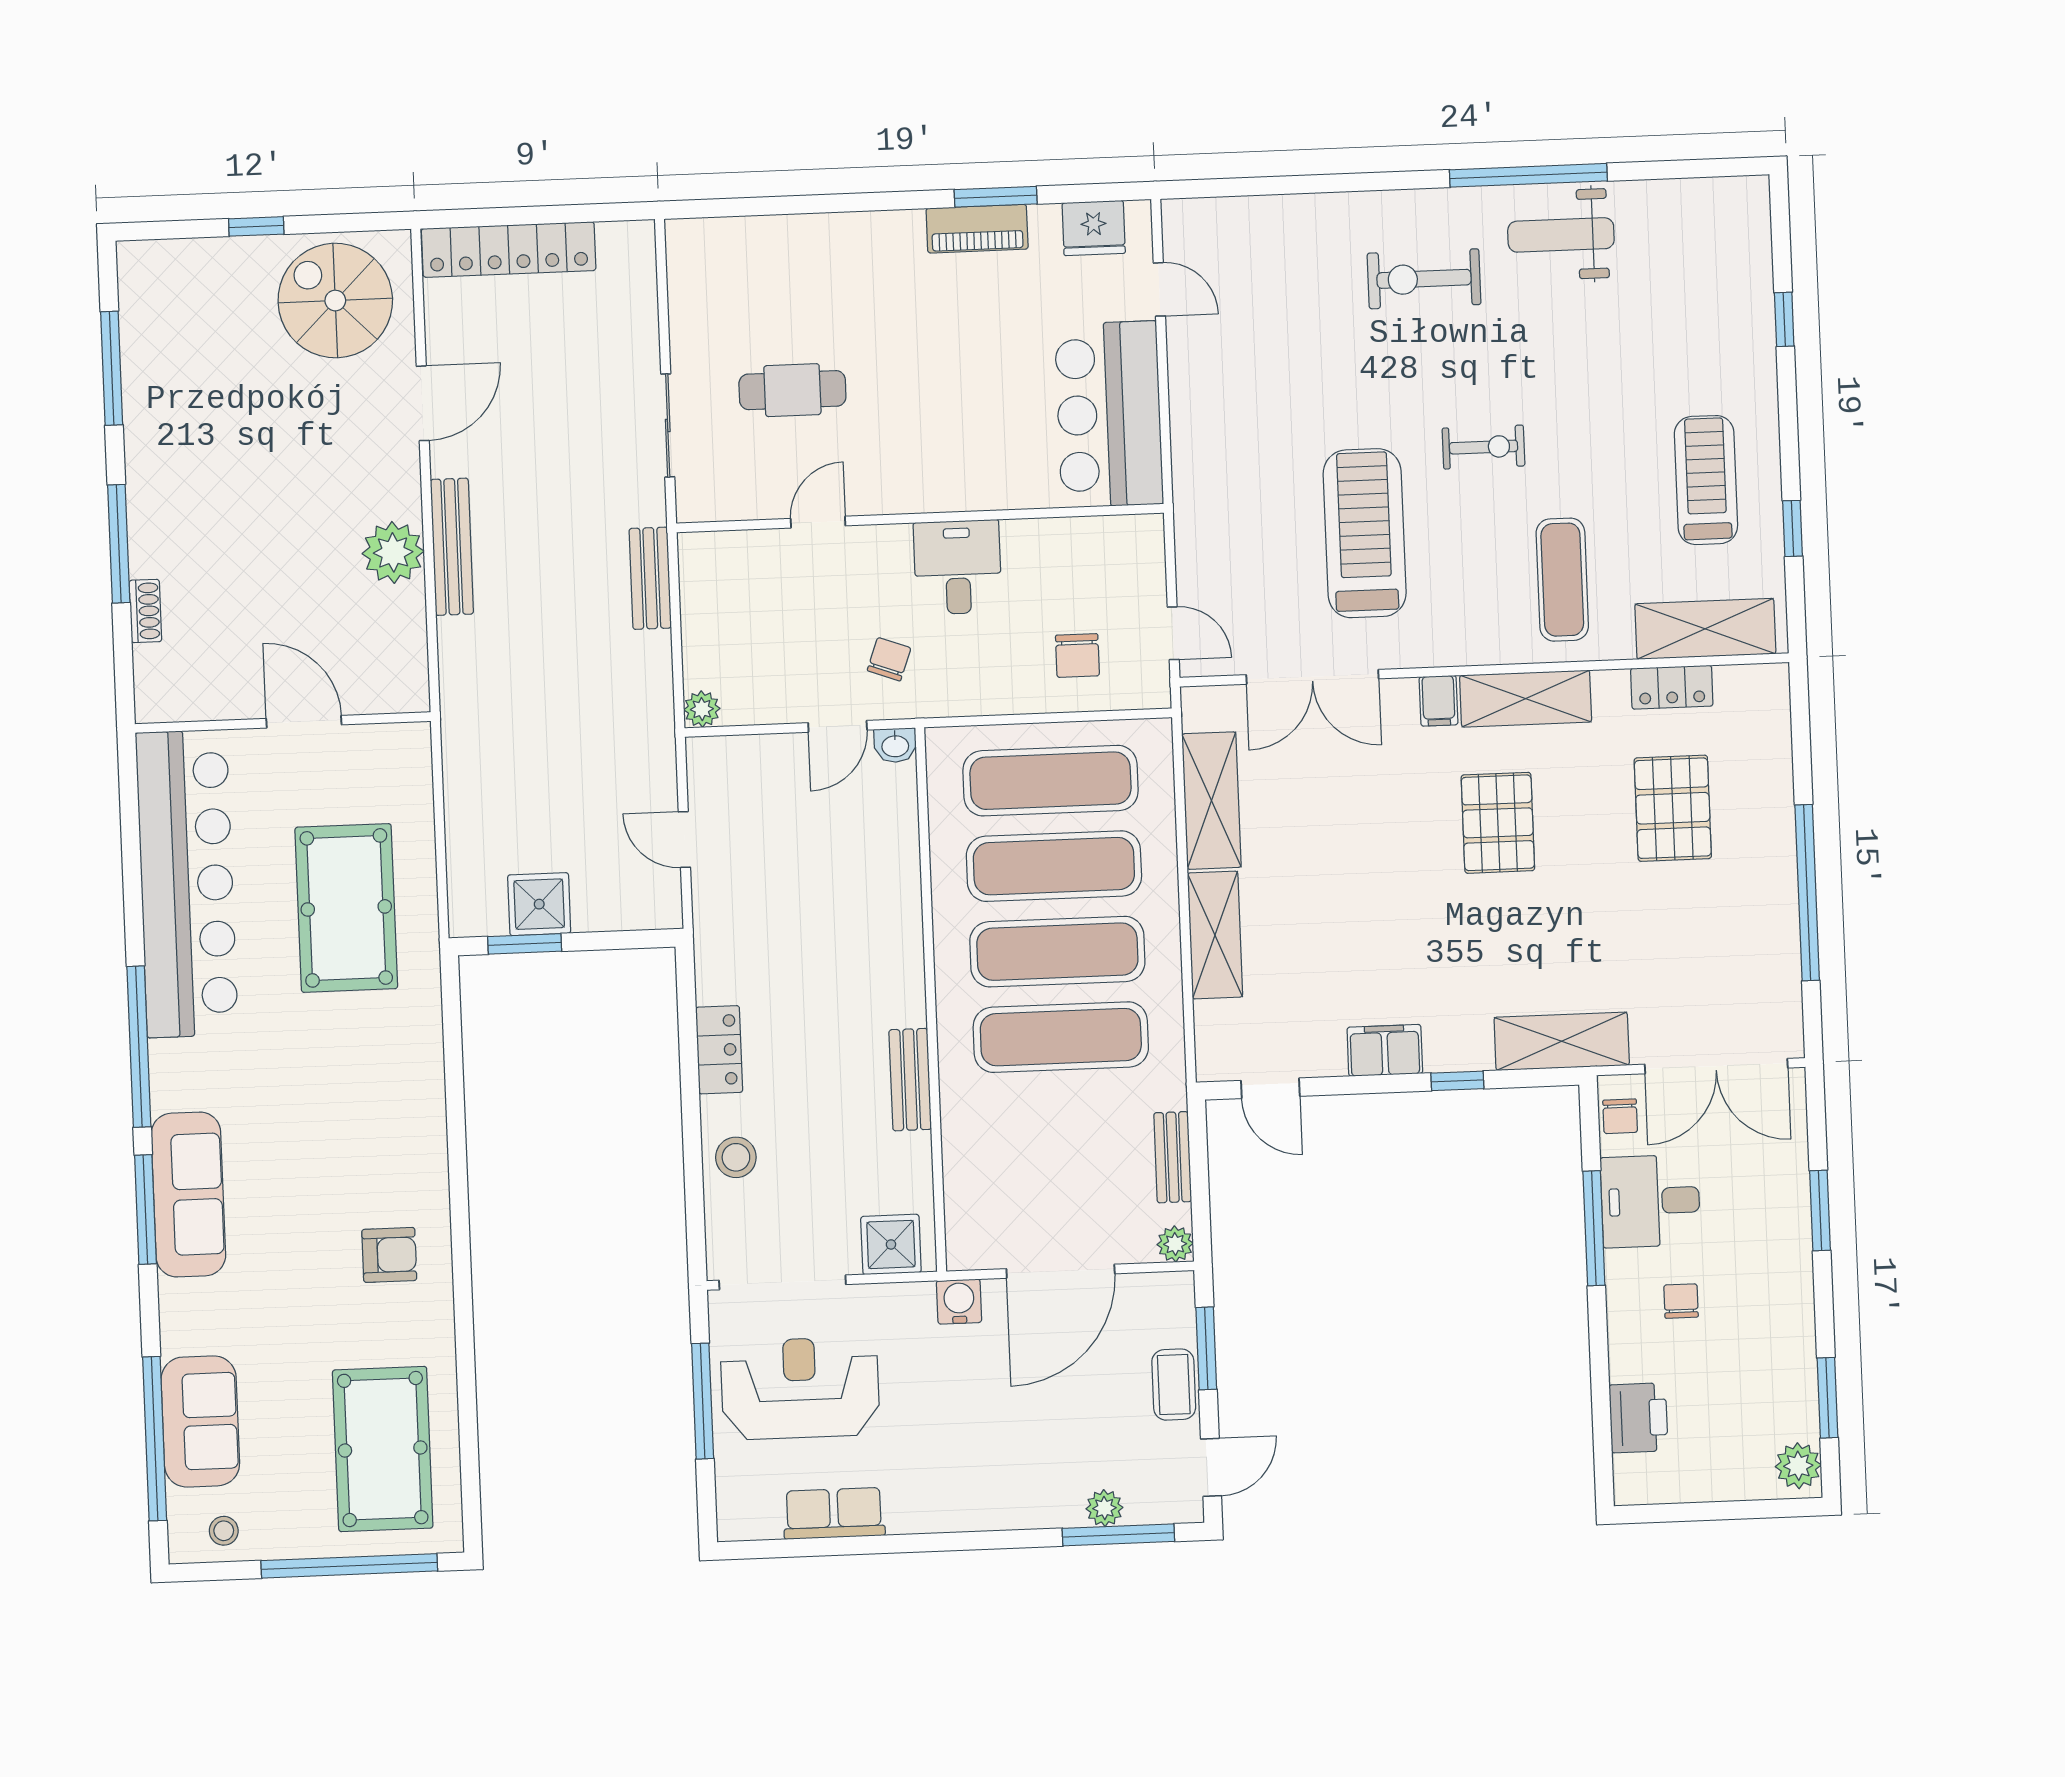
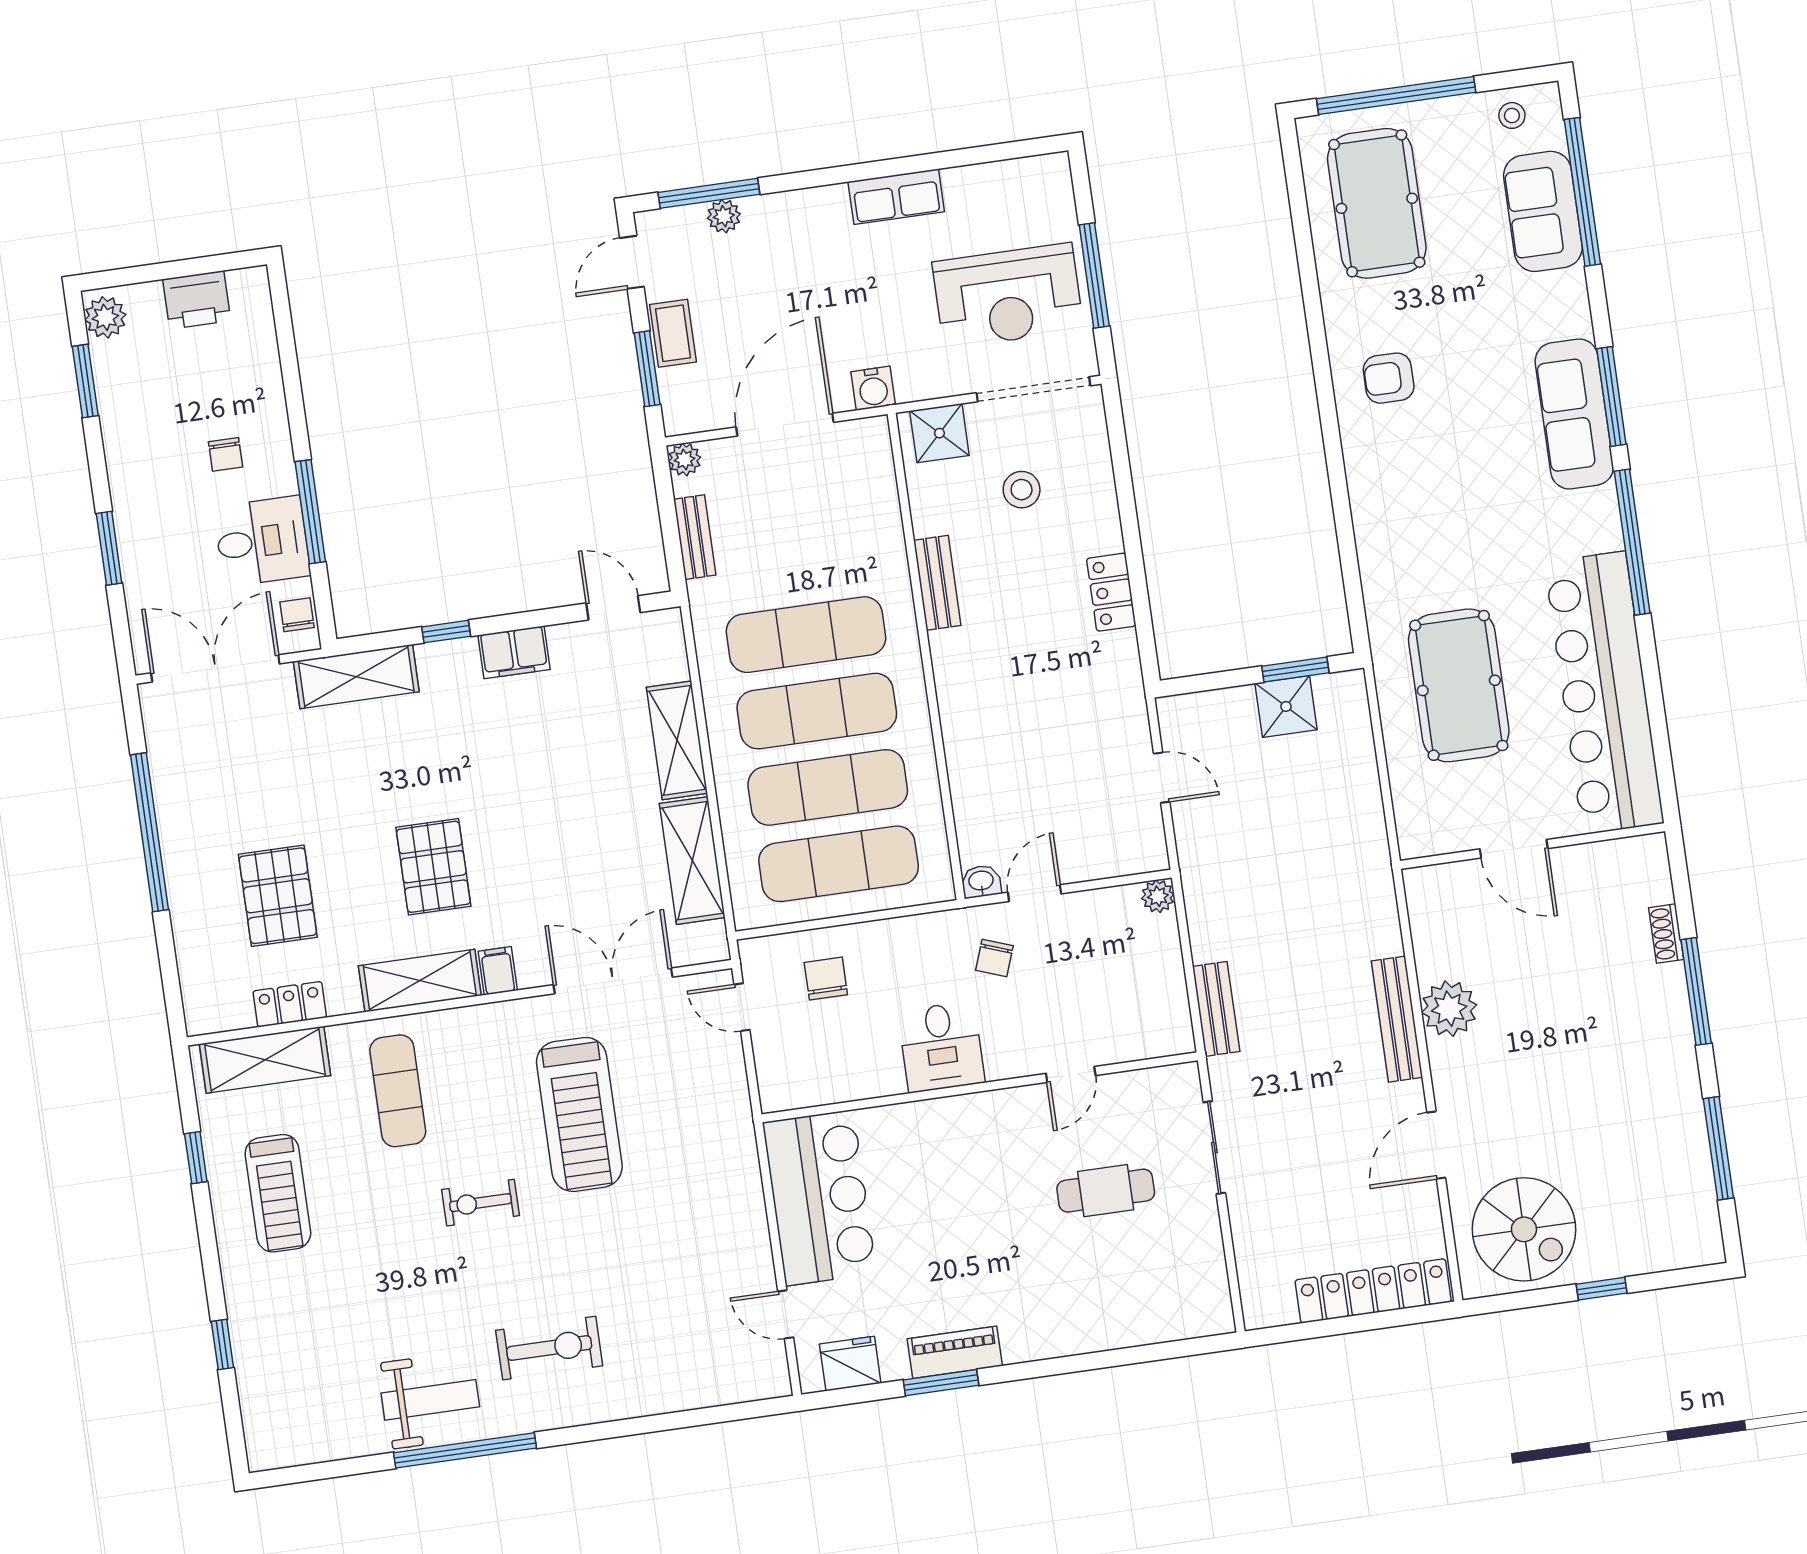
stool: (736, 1157) -> (1022, 490), moved
printer: (1638, 1418) -> (197, 300), moved, turned -90
row of seats: (834, 1513) -> (896, 197), moved

